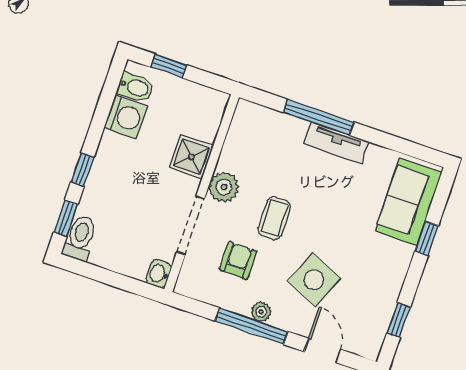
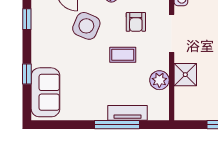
tv unit: (336, 143) -> (127, 113), moved
plant: (224, 187) -> (159, 80), moved
coffee table: (274, 218) -> (123, 55), turned 90

